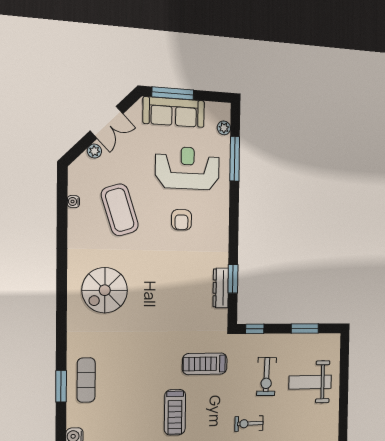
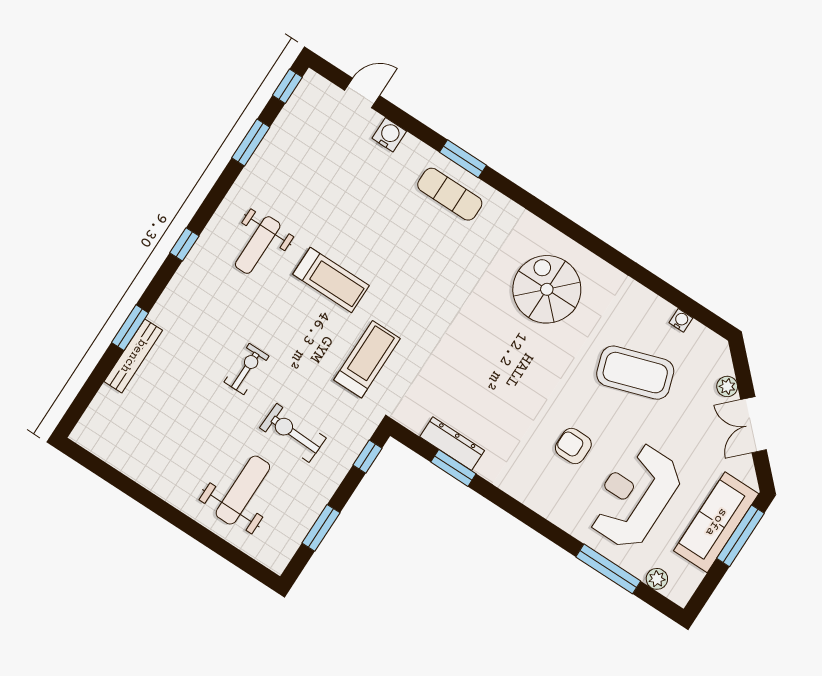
reception desk: (188, 168) -> (634, 496), turned 180
treadmill: (175, 412) -> (331, 280), turned 180

